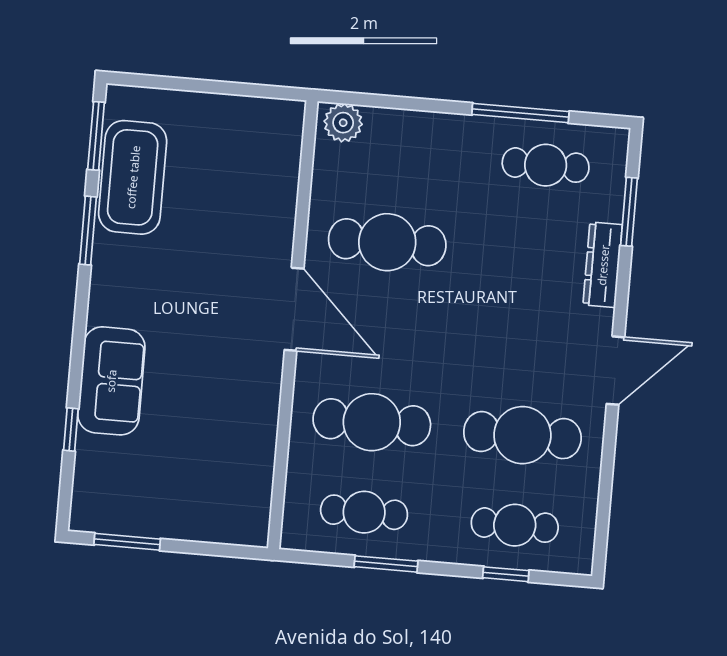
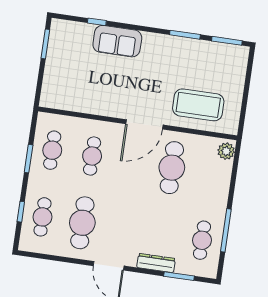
coffee table: (133, 177) -> (198, 105), moved
cafe table: (372, 422) -> (92, 156), width x0.73, depth x0.74

